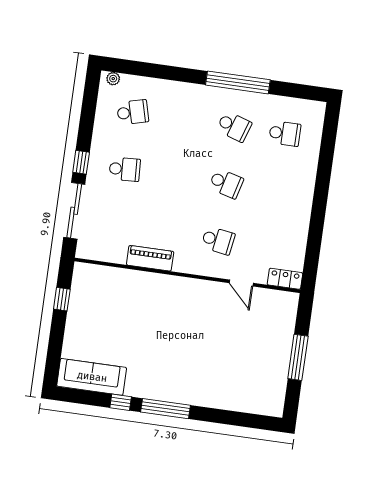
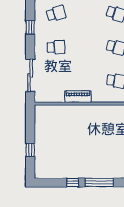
window: (81, 162) -> (30, 27), moved
window: (62, 299) -> (30, 150), moved
sofa: (92, 377) -> (54, 170), removed

